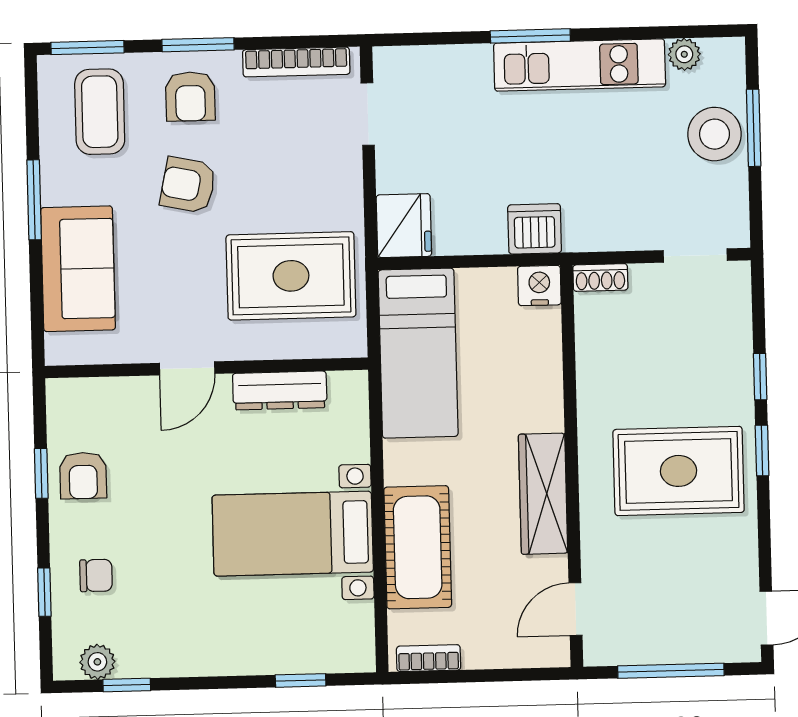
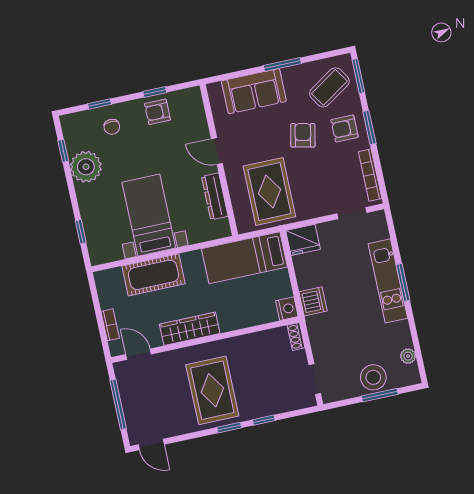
kitchen unit: (580, 65) -> (388, 281), moved
coffee table: (100, 112) -> (329, 87), turned -33
bookcase: (429, 658) -> (110, 325), moved
plant: (97, 662) -> (86, 167), moved, width x1.88, depth x1.88

